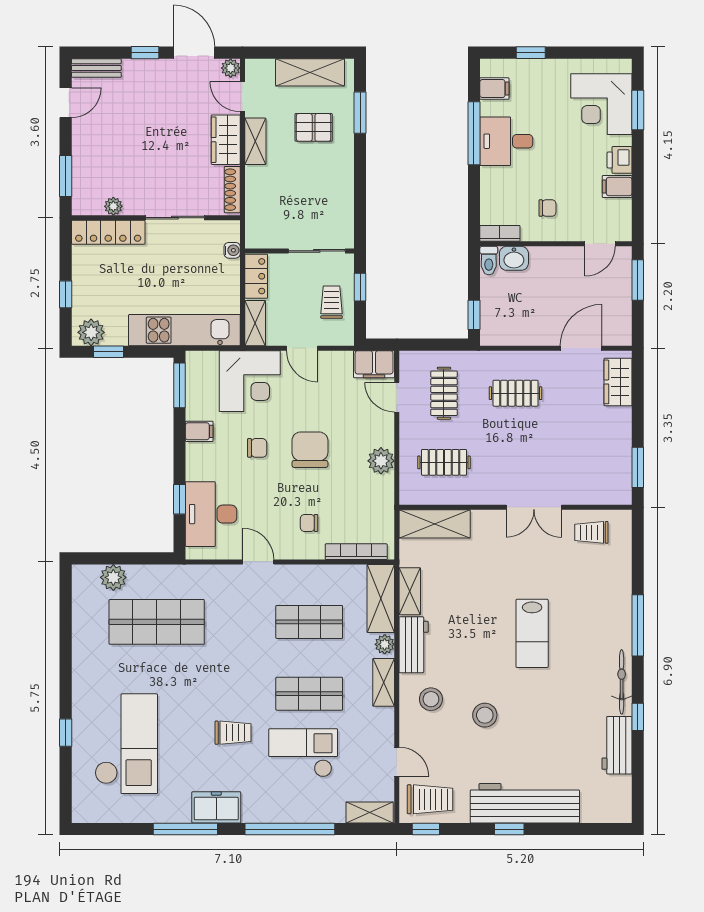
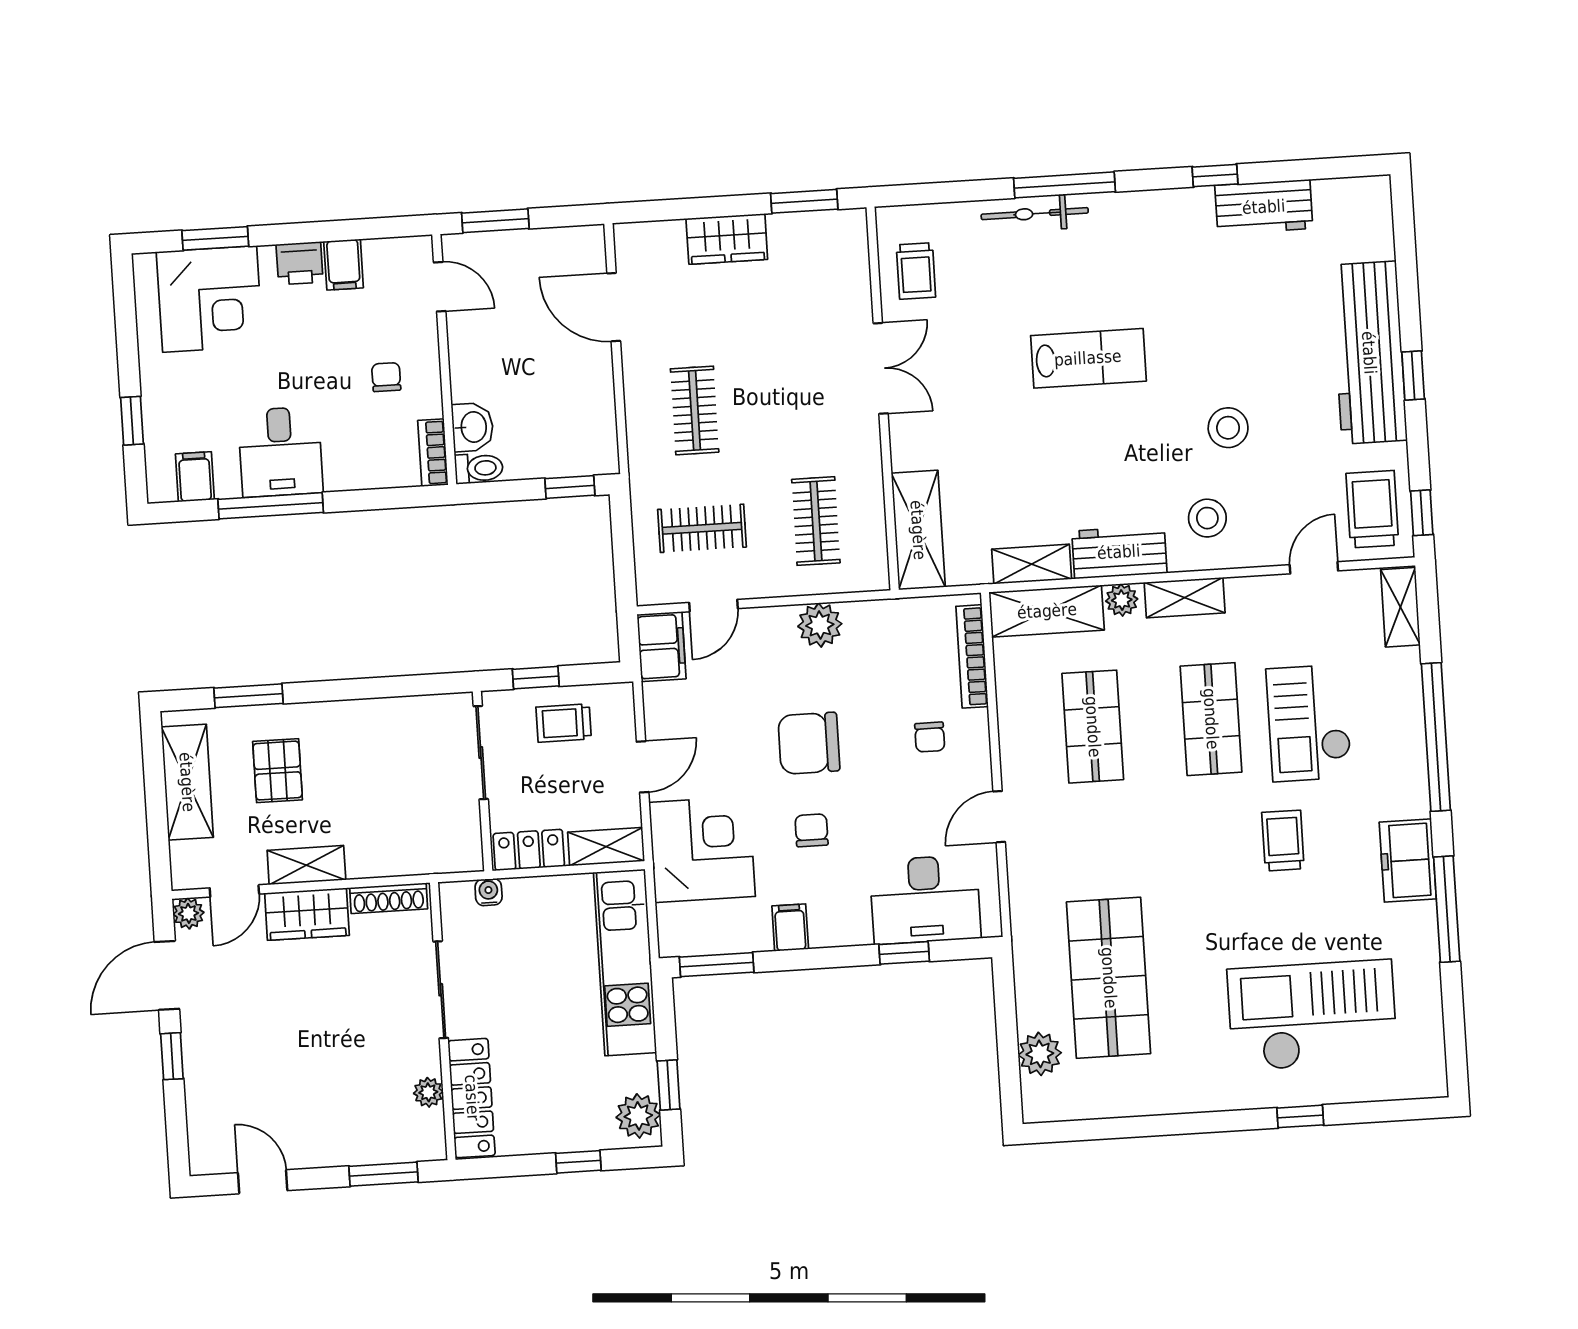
bench: (96, 68) -> (202, 1135), removed
wardrobe: (618, 382) -> (727, 239), moved
bicycle: (622, 682) -> (1035, 214), moved

